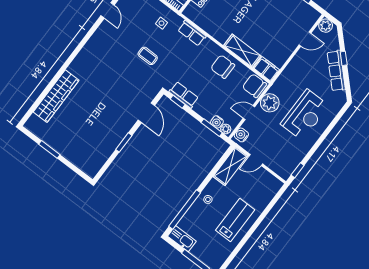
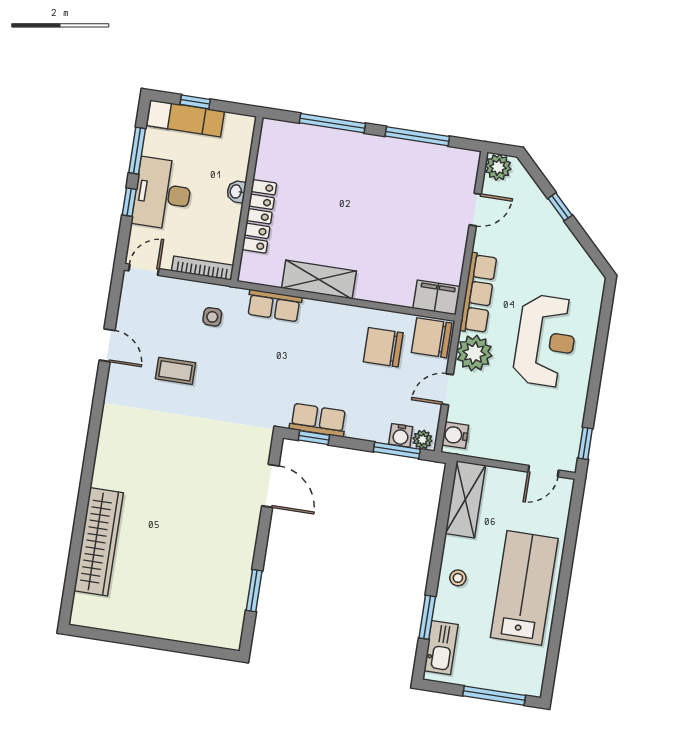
shelving: (242, 51) -> (319, 279), moved
coffee table: (148, 56) -> (176, 371), moved
chair: (223, 67) -> (383, 347), moved
row of seats: (336, 71) -> (478, 293), moved, turned -135
window: (124, 142) -> (254, 591), moved
window: (49, 149) -> (137, 640), removed
door: (256, 160) -> (543, 471), moved
window: (185, 210) -> (427, 617), width x0.47
lab bench: (235, 220) -> (524, 588), width x1.36, depth x1.39
kitchen sink: (182, 239) -> (441, 648), moved, turned 90

